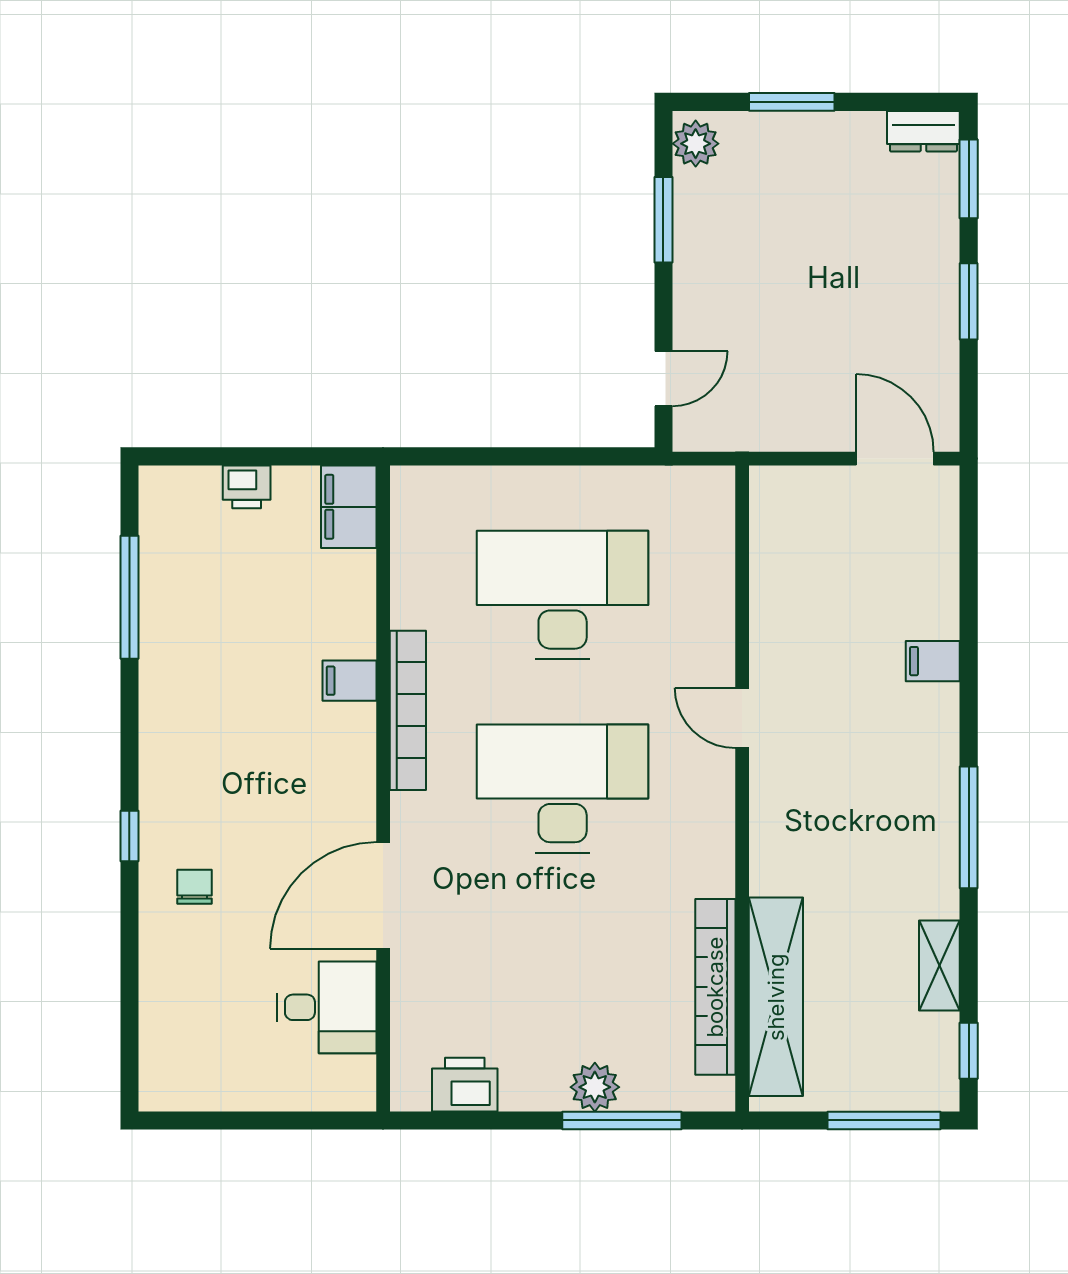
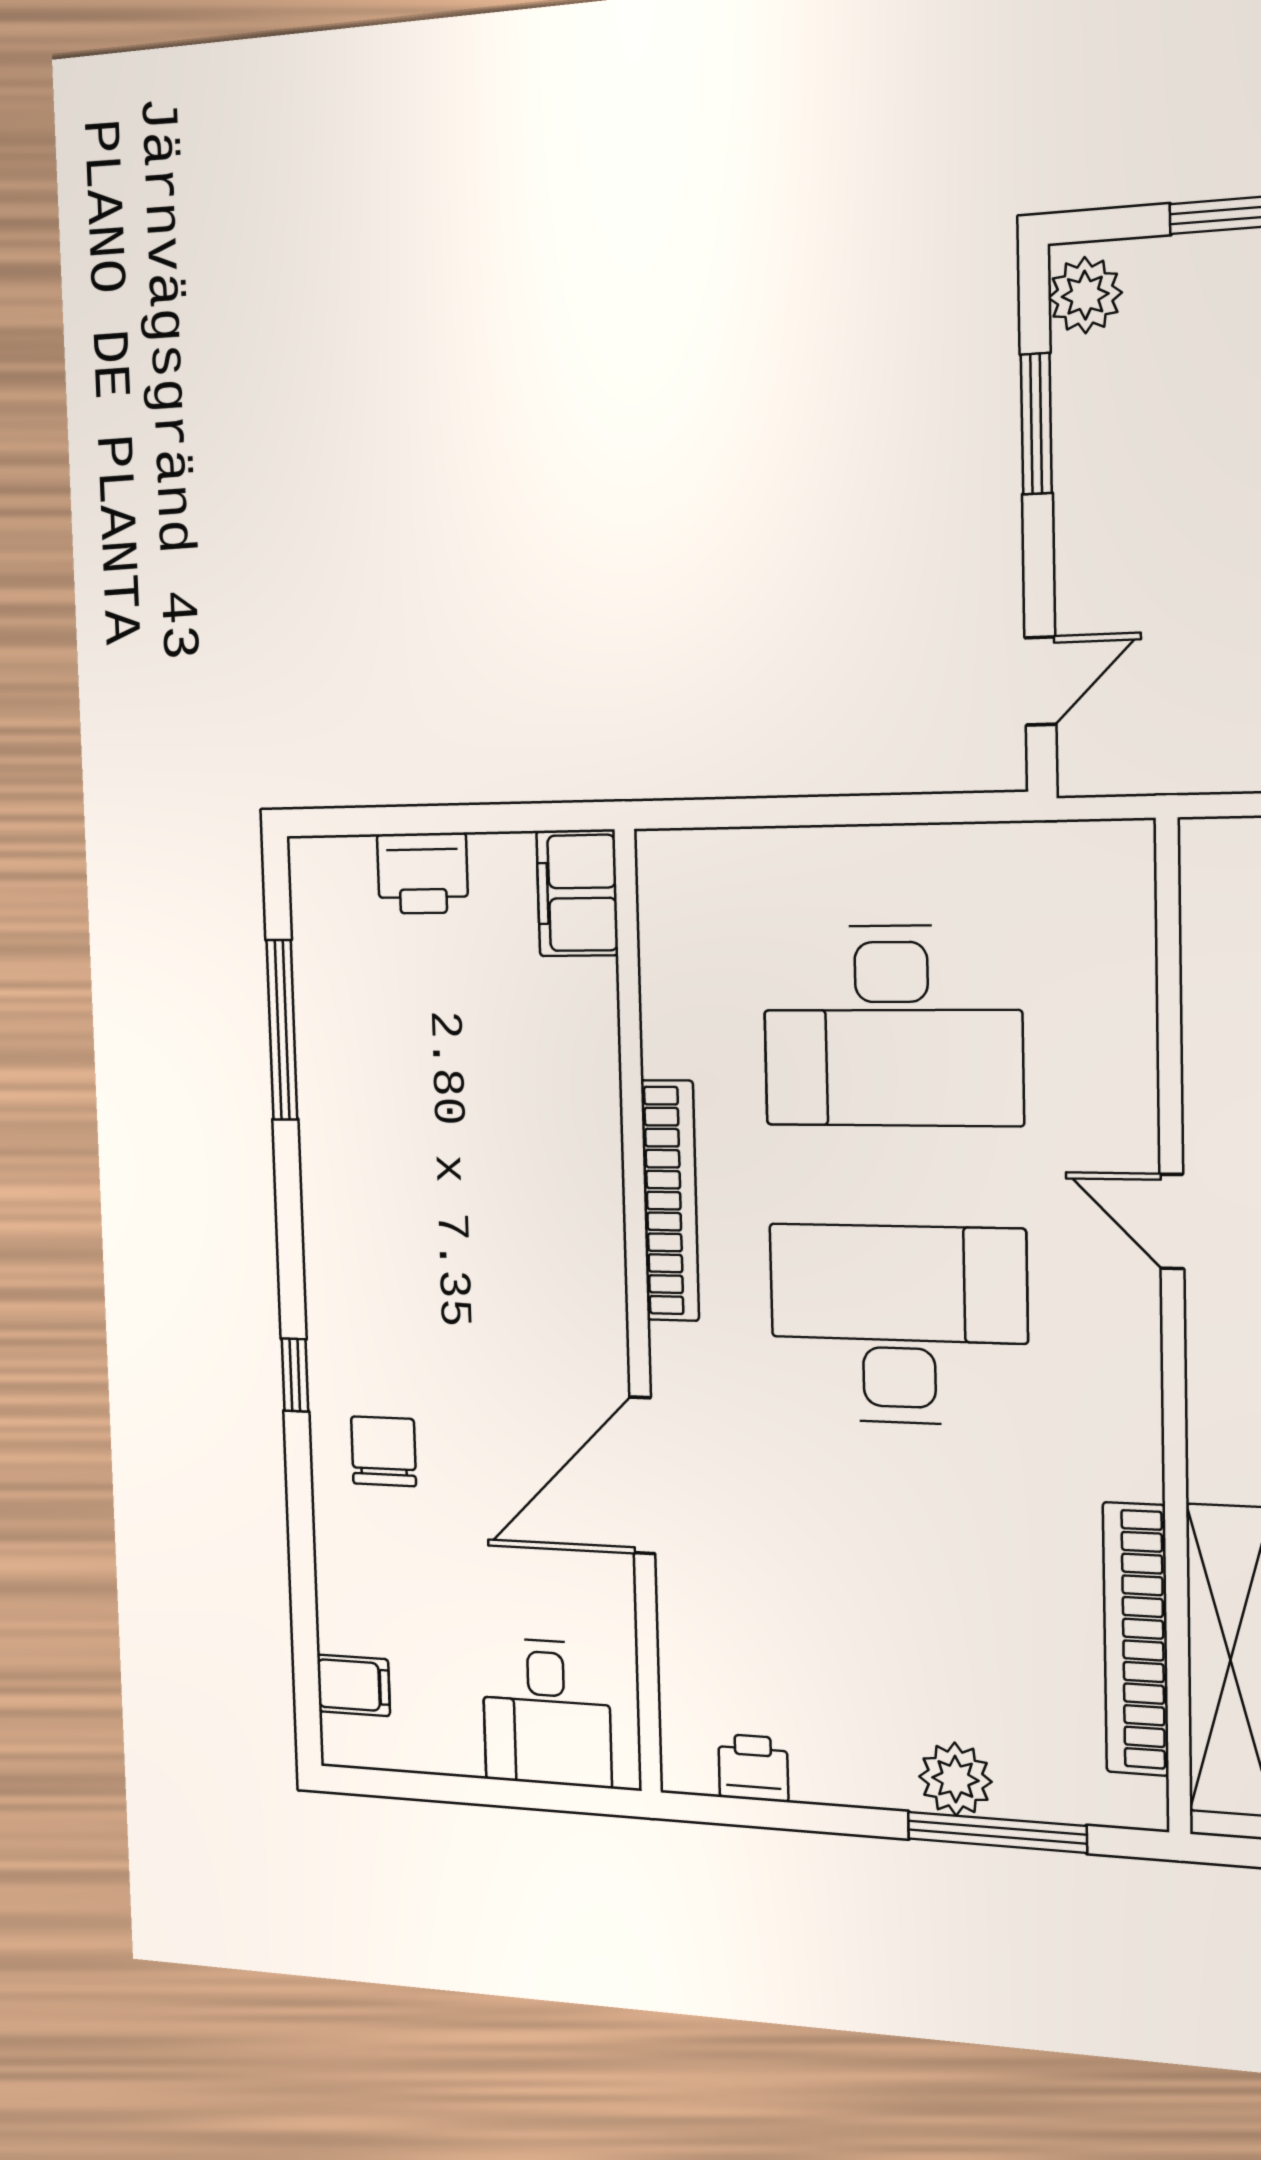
printer: (247, 487) -> (423, 873), width x1.36, depth x1.24
desk: (563, 595) -> (892, 1026), turned 180
filing cabinet: (349, 681) -> (353, 1685), moved, turned 180
chair: (194, 887) -> (384, 1451), width x1.37, depth x1.37
desk: (327, 1007) -> (547, 1712), moved, turned 90
printer: (465, 1085) -> (753, 1768), width x0.73, depth x0.81

